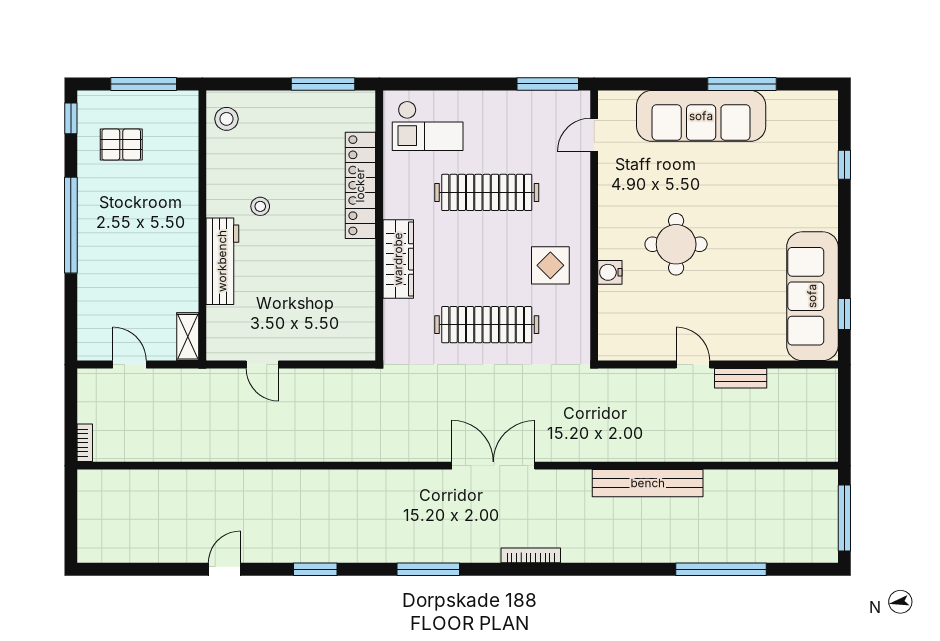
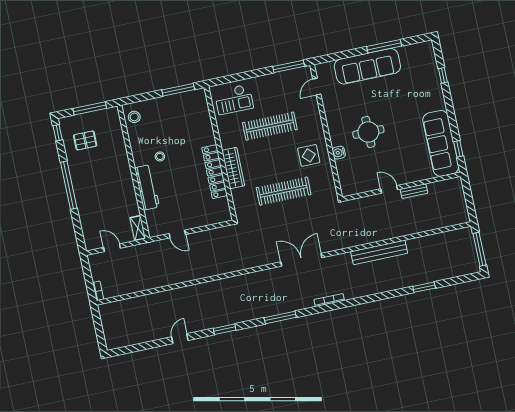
locker: (360, 185) -> (215, 172), moved
window: (721, 569) -> (424, 287), width x0.47

